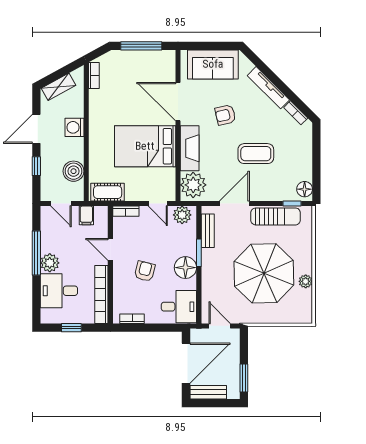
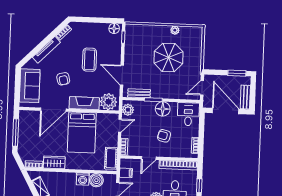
wardrobe: (98, 106) -> (54, 162), added
washing machine: (74, 127) -> (83, 179), moved
sun lounger: (276, 216) -> (131, 48), removed
parasol: (264, 273) -> (168, 57), width x0.73, depth x0.73

